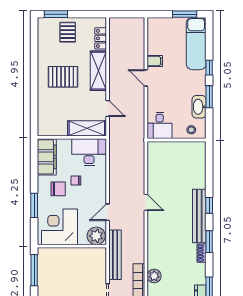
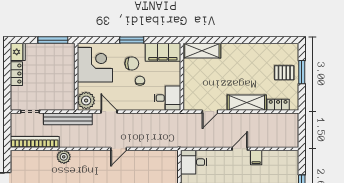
window: (56, 14) -> (302, 72), moved
pallet: (63, 77) -> (241, 68), removed
shelving: (87, 128) -> (202, 51), moved, turned 90
desk: (89, 152) -> (167, 98), width x0.73
chair: (58, 189) -> (132, 63), turned -90
window: (34, 205) -> (132, 40), moved
plant: (154, 276) -> (64, 157), moved

